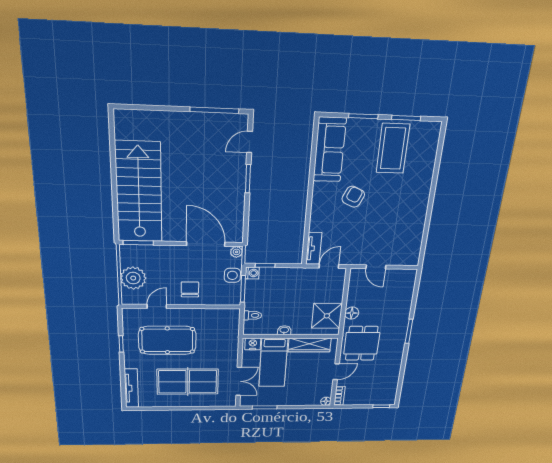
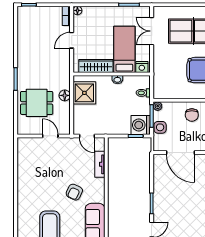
tv unit: (314, 248) -> (100, 164), moved
plant: (237, 252) -> (158, 106), moved
door: (329, 266) -> (87, 136), hinge flipped
washing machine: (252, 273) -> (141, 125), width x1.89, depth x1.89
dining table: (362, 343) -> (37, 103), moved, turned 90

